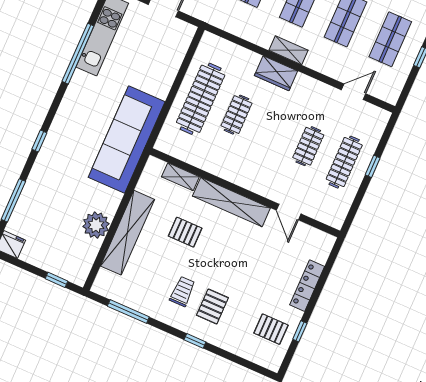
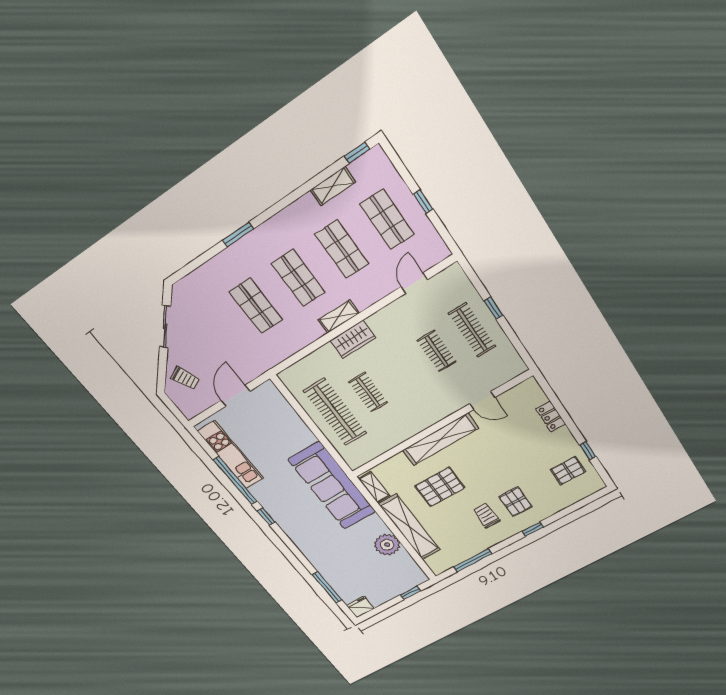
window: (39, 141) -> (266, 517), moved
shelving: (180, 177) -> (374, 487), moved, turned 90
pallet: (185, 232) -> (440, 487), width x1.50, depth x1.42
locker: (307, 286) -> (551, 416), width x0.66

